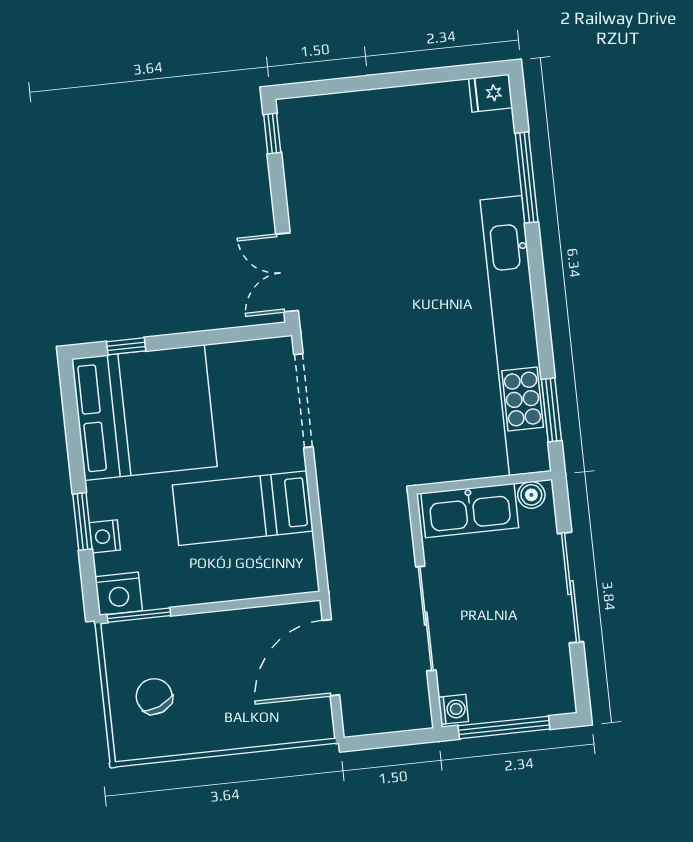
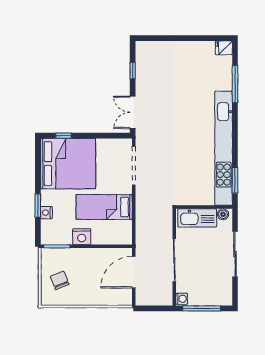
window: (272, 133) -> (133, 71), moved
nightstand: (119, 594) -> (82, 237), moved

